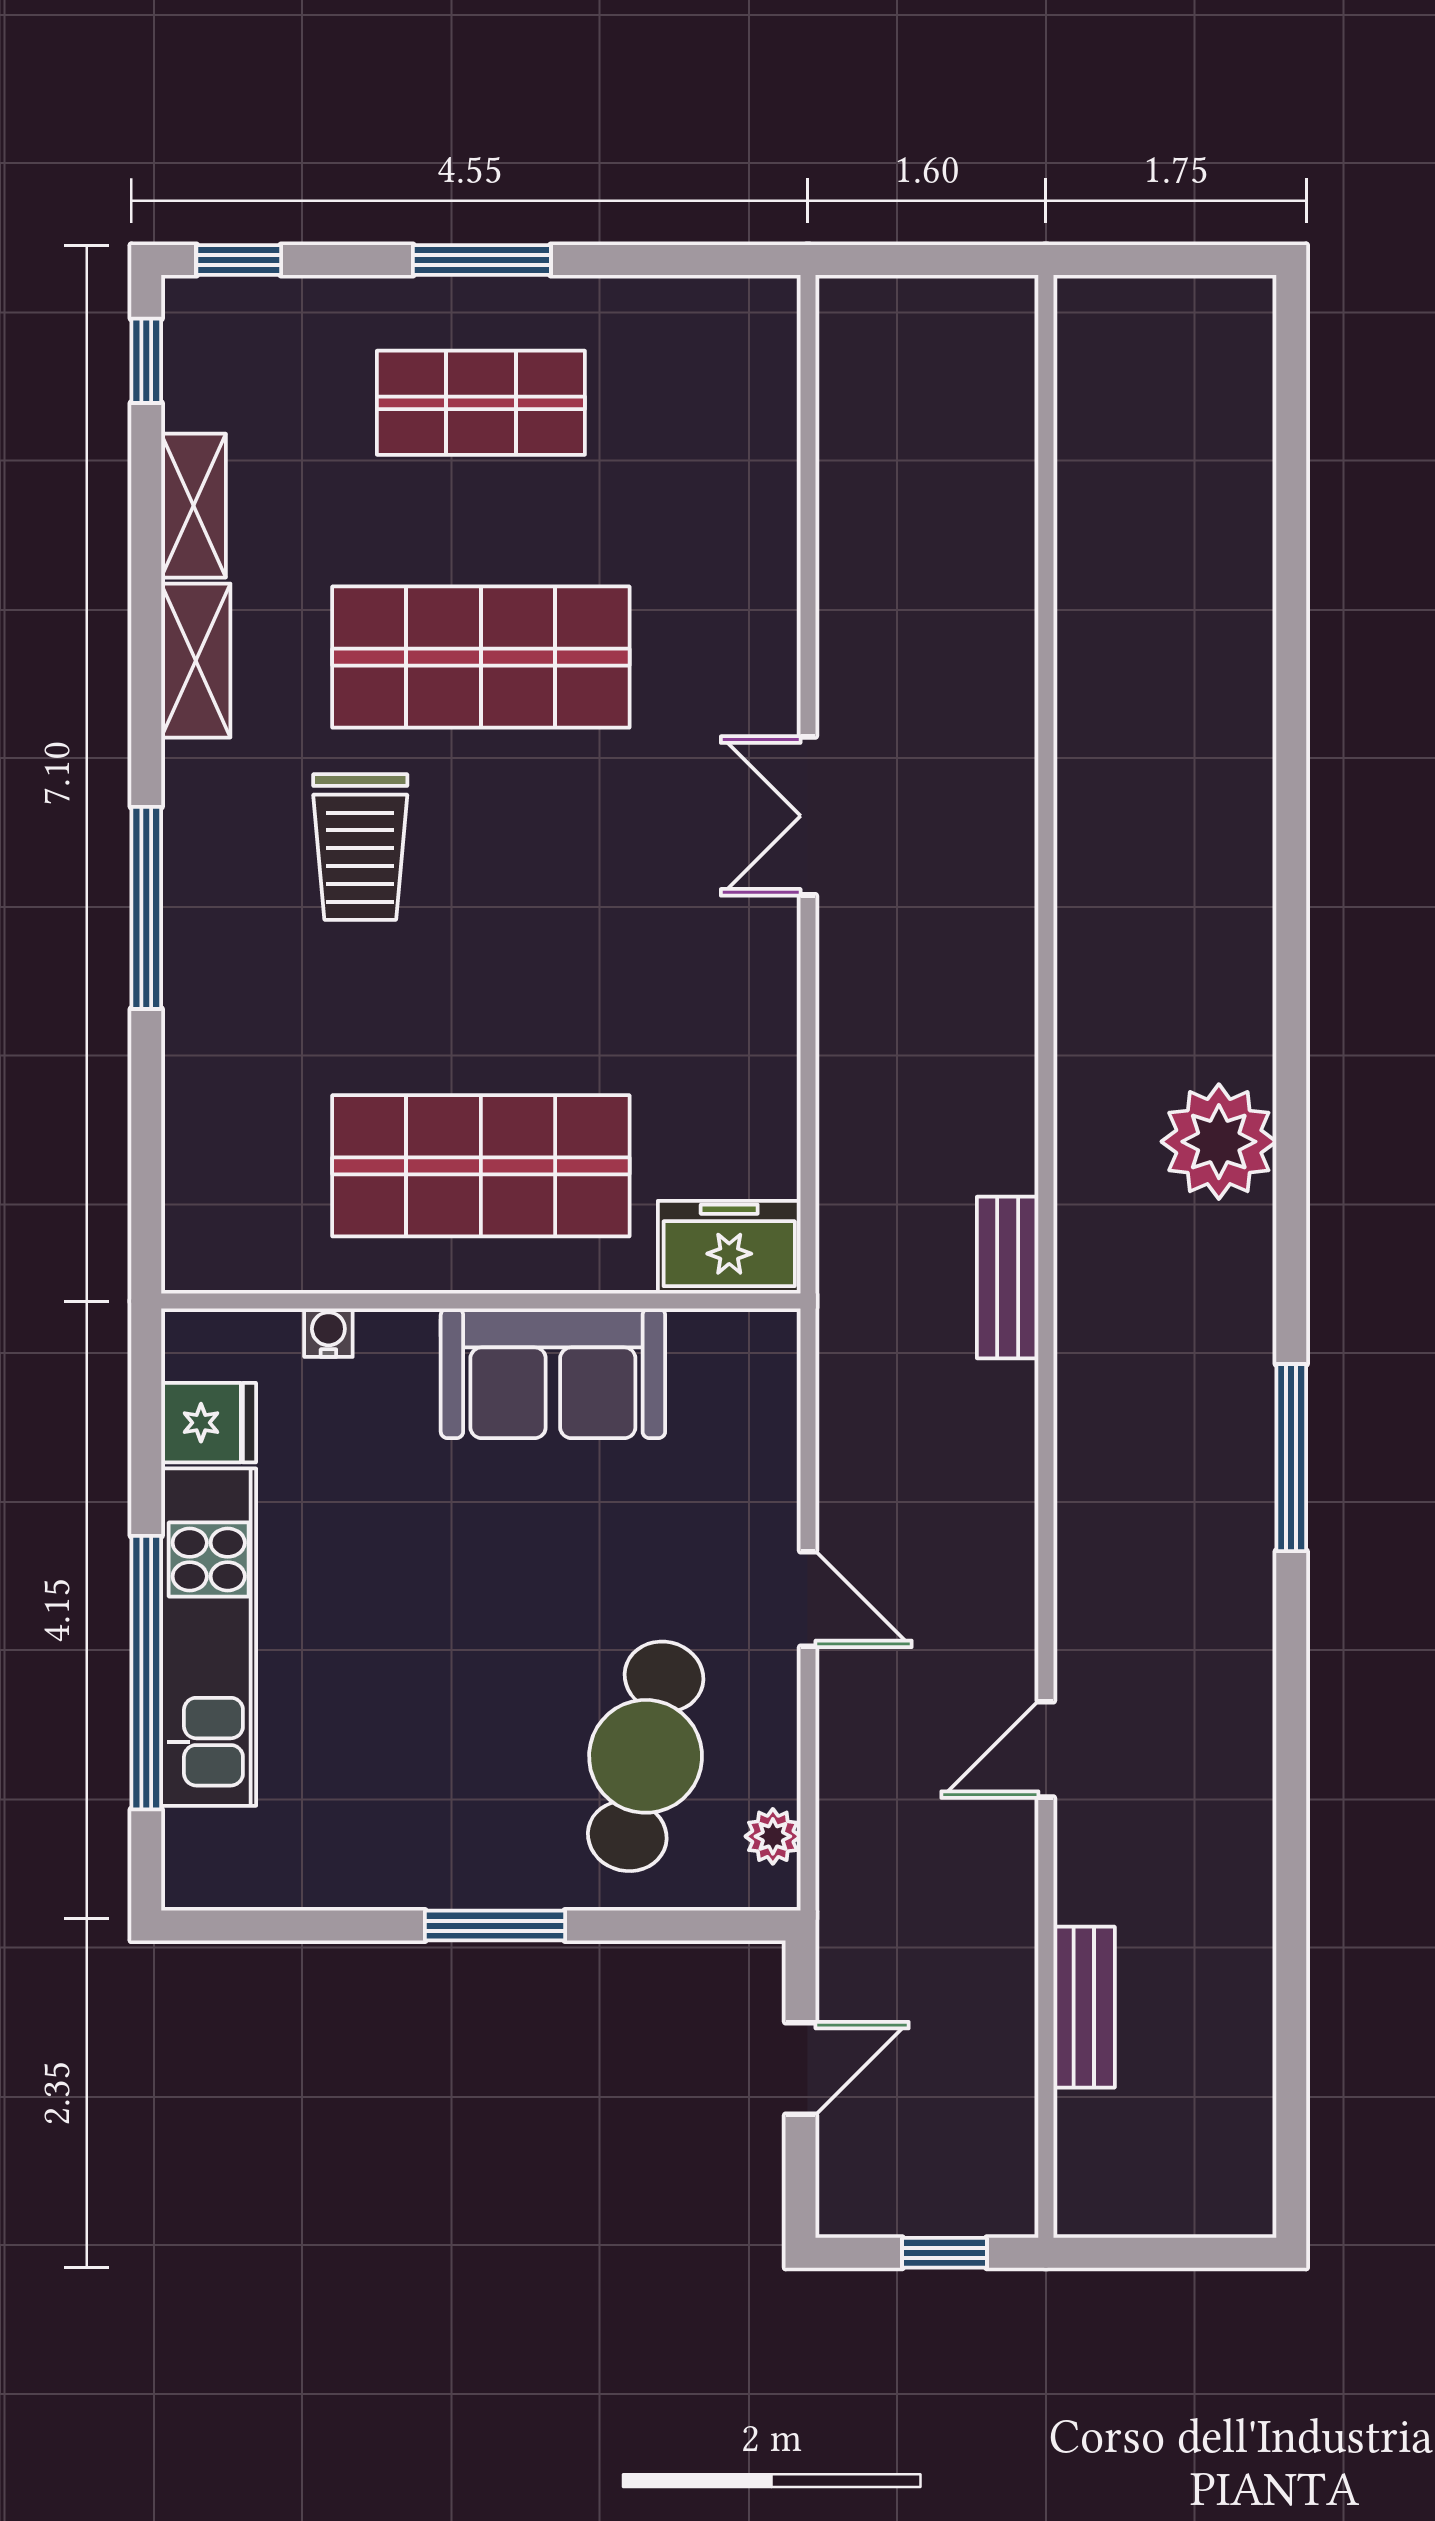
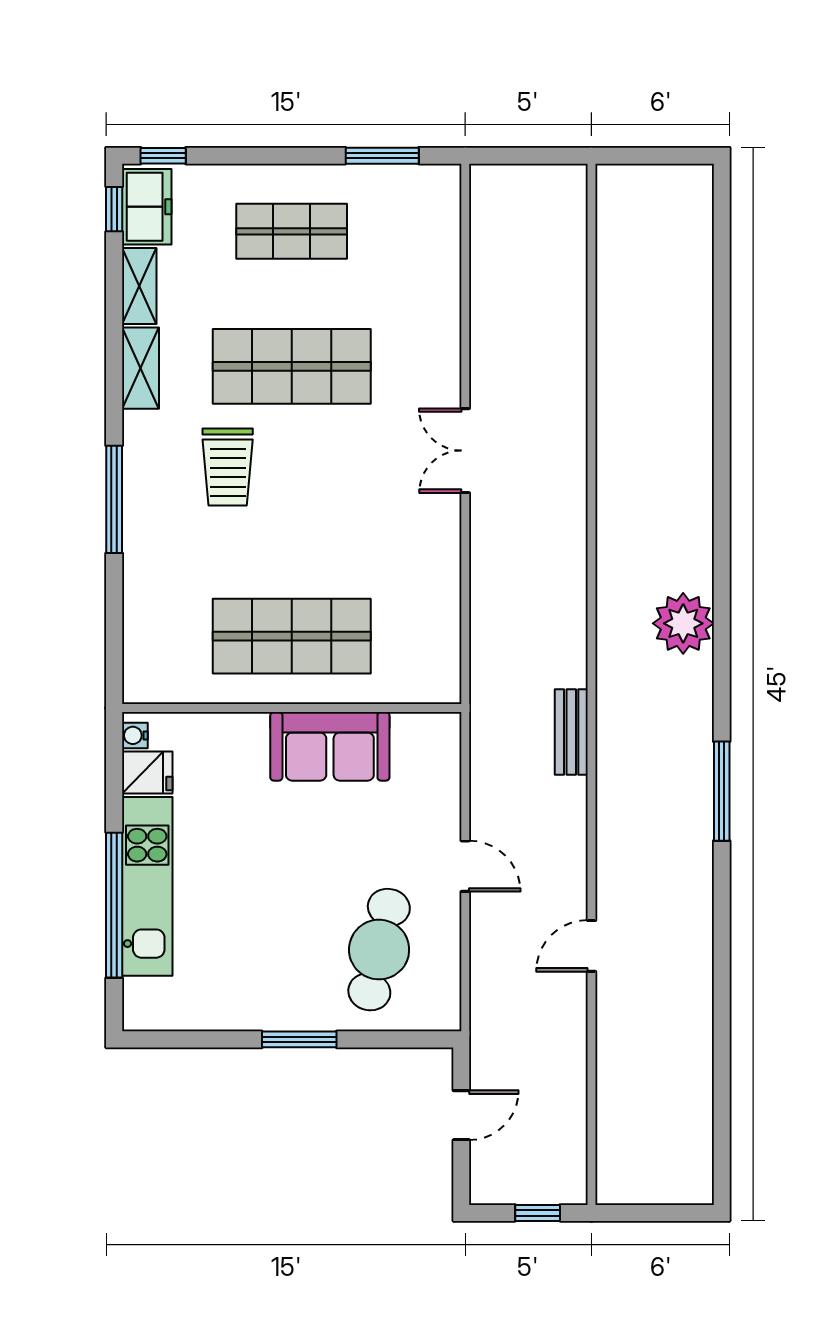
window: (482, 260) -> (382, 156), moved
freezer: (729, 1247) -> (147, 207), moved, turned 90
bench: (1008, 1277) -> (571, 732), moved
water cooler: (328, 1333) -> (135, 735), moved, turned -90
plant: (773, 1836) -> (447, 992), removed
bench: (1084, 2007) -> (612, 1083), removed

